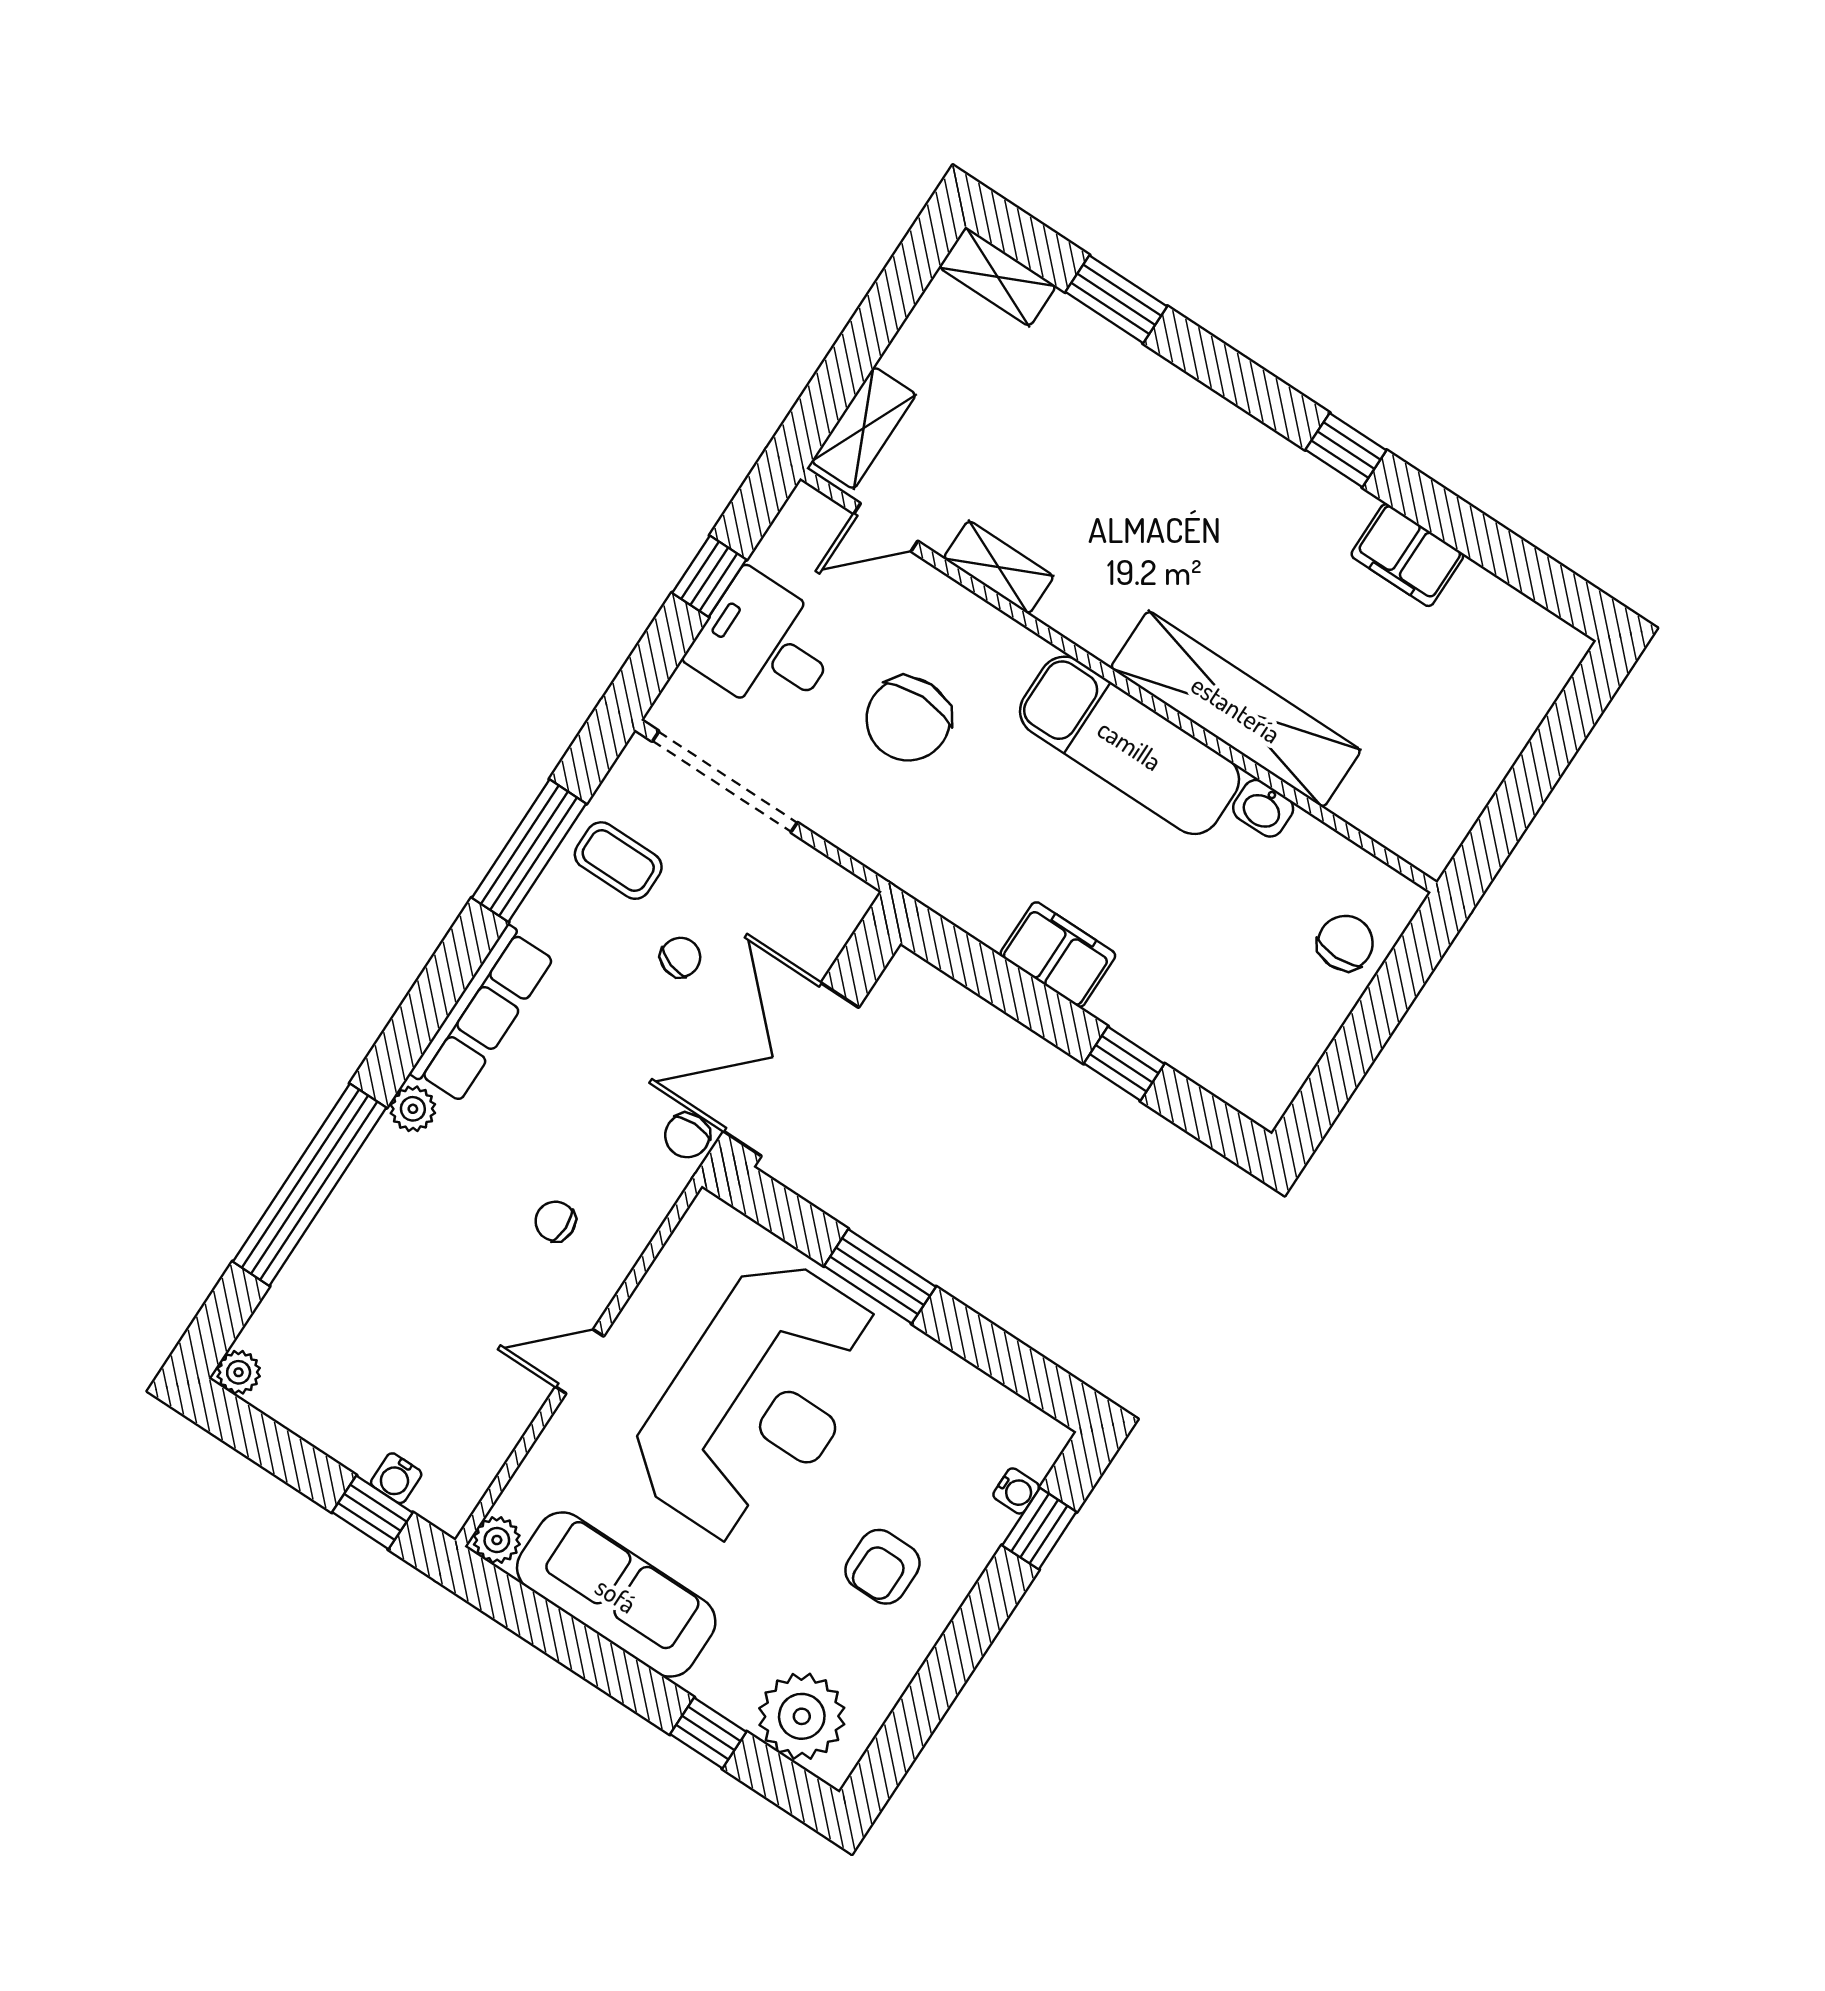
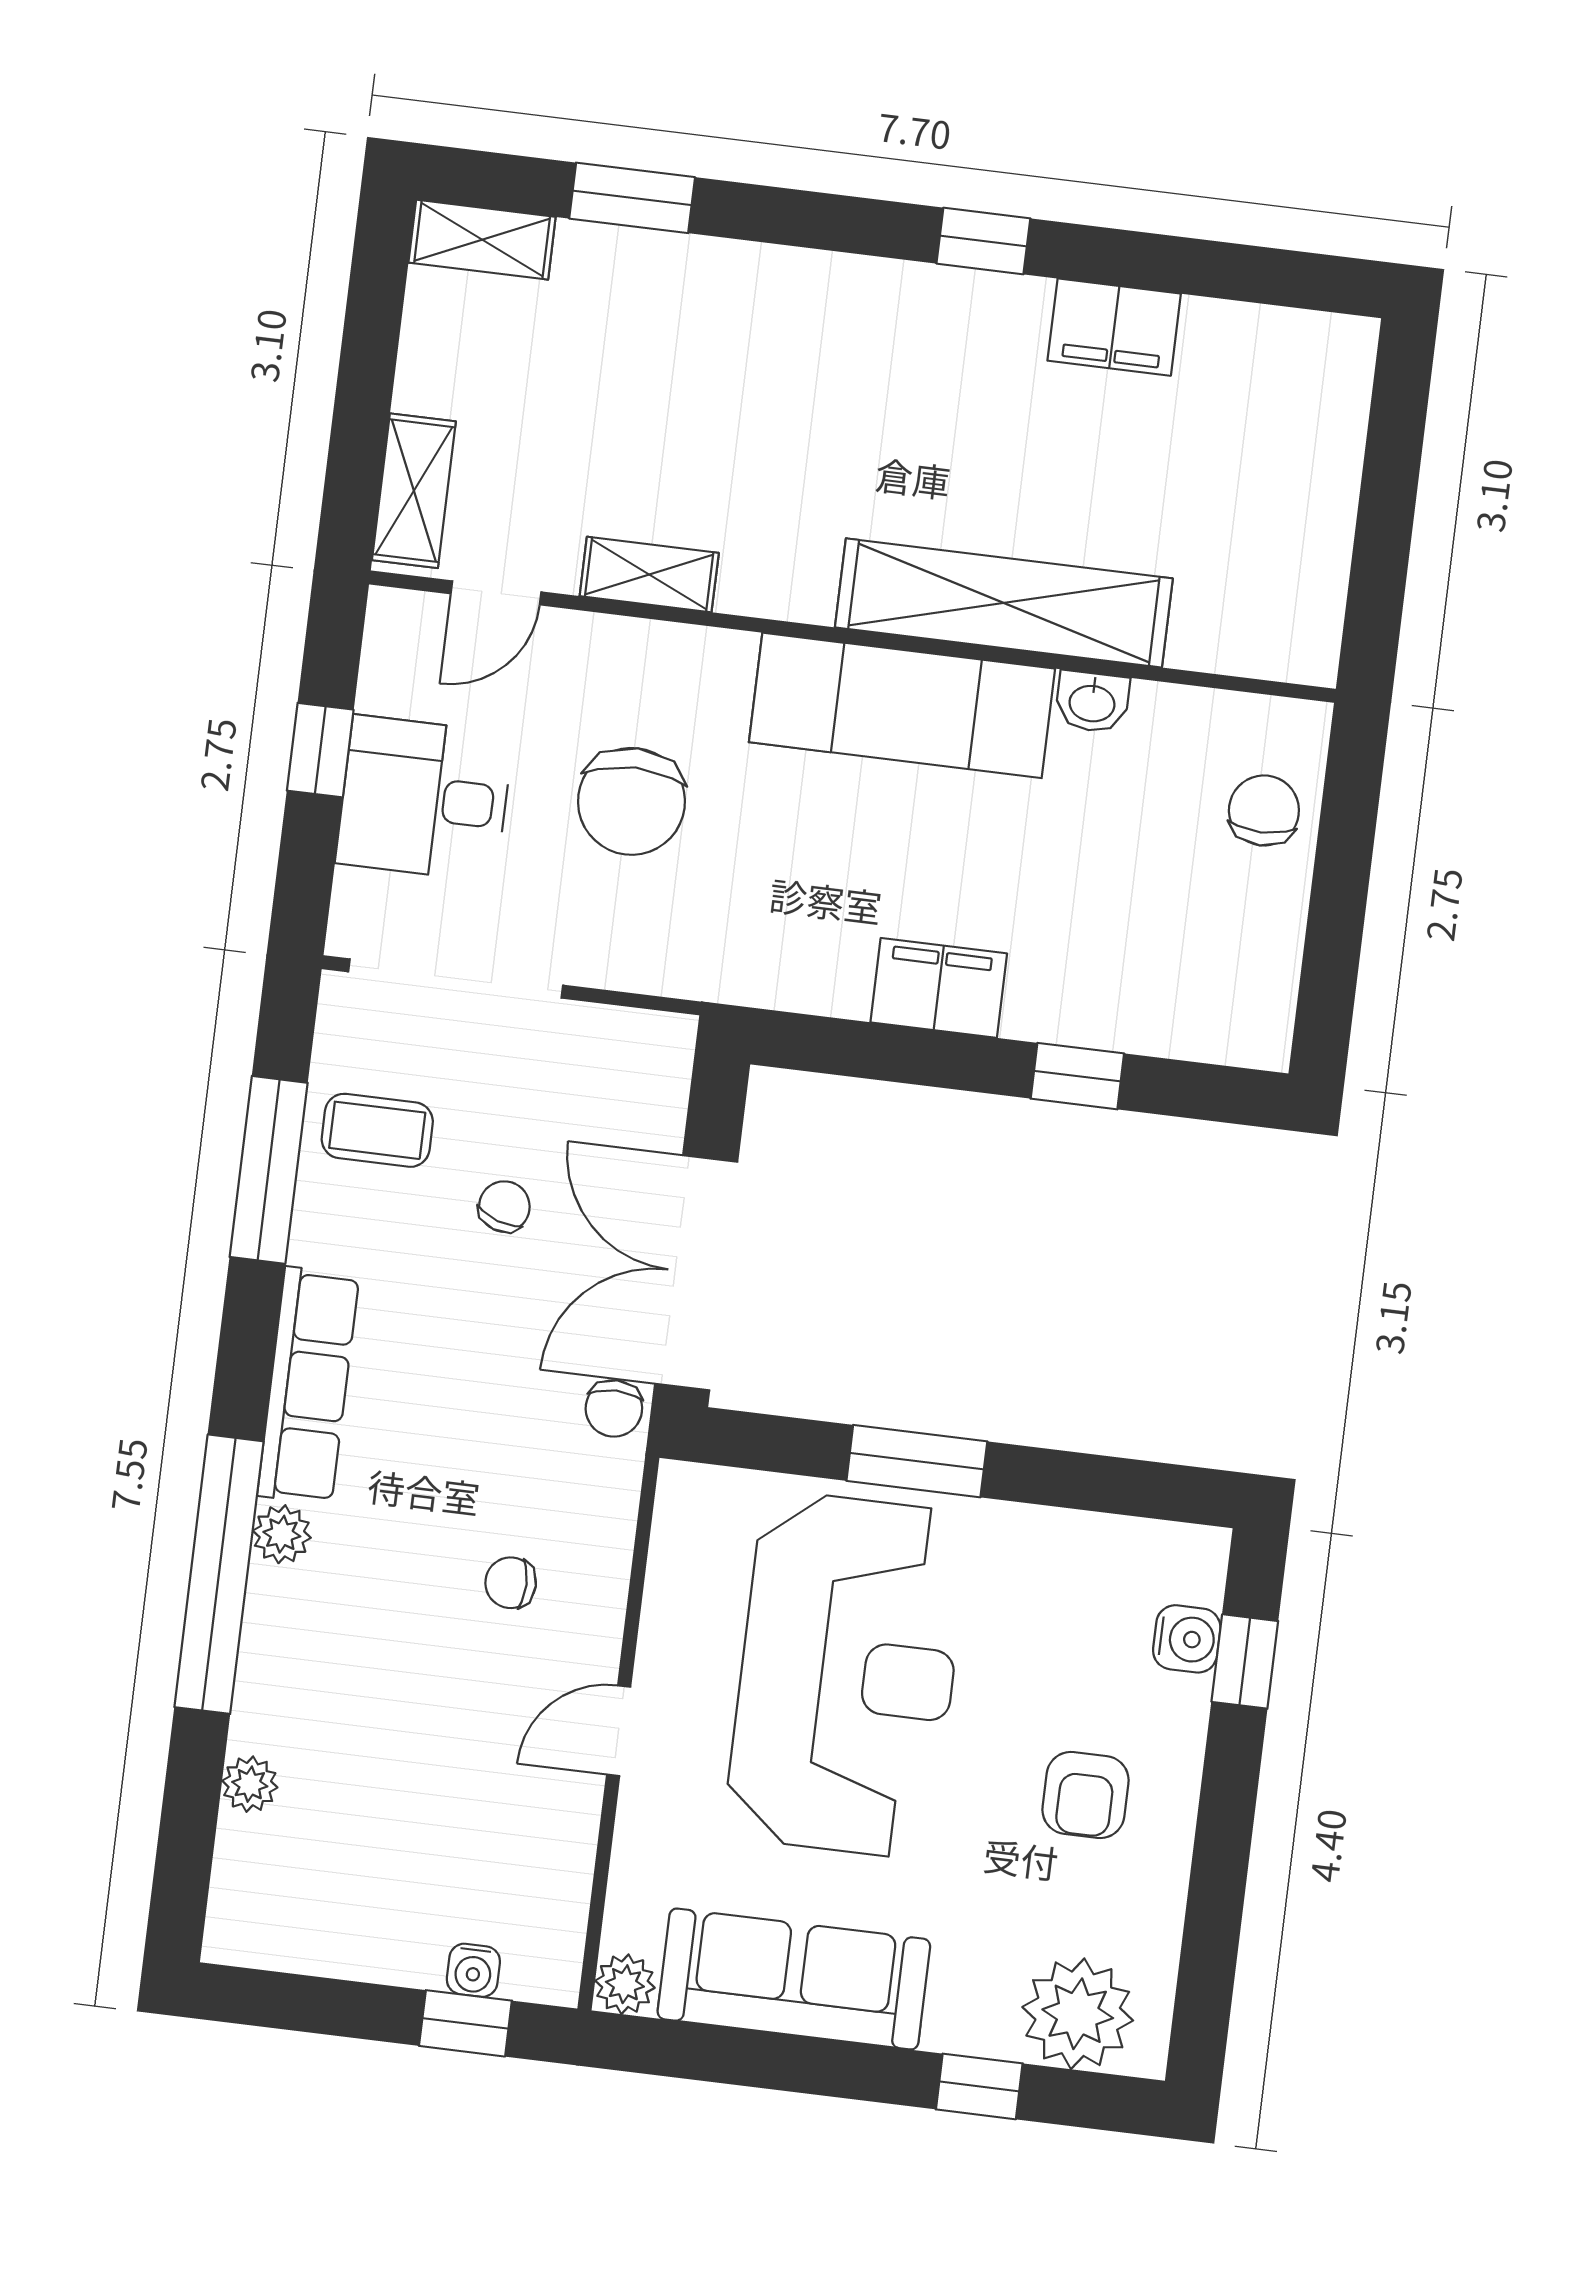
window: (310, 1185) -> (219, 1574), moved
plant: (239, 1372) -> (250, 1784), moved
water cooler: (1016, 1491) -> (1187, 1639), width x1.38, depth x1.38

